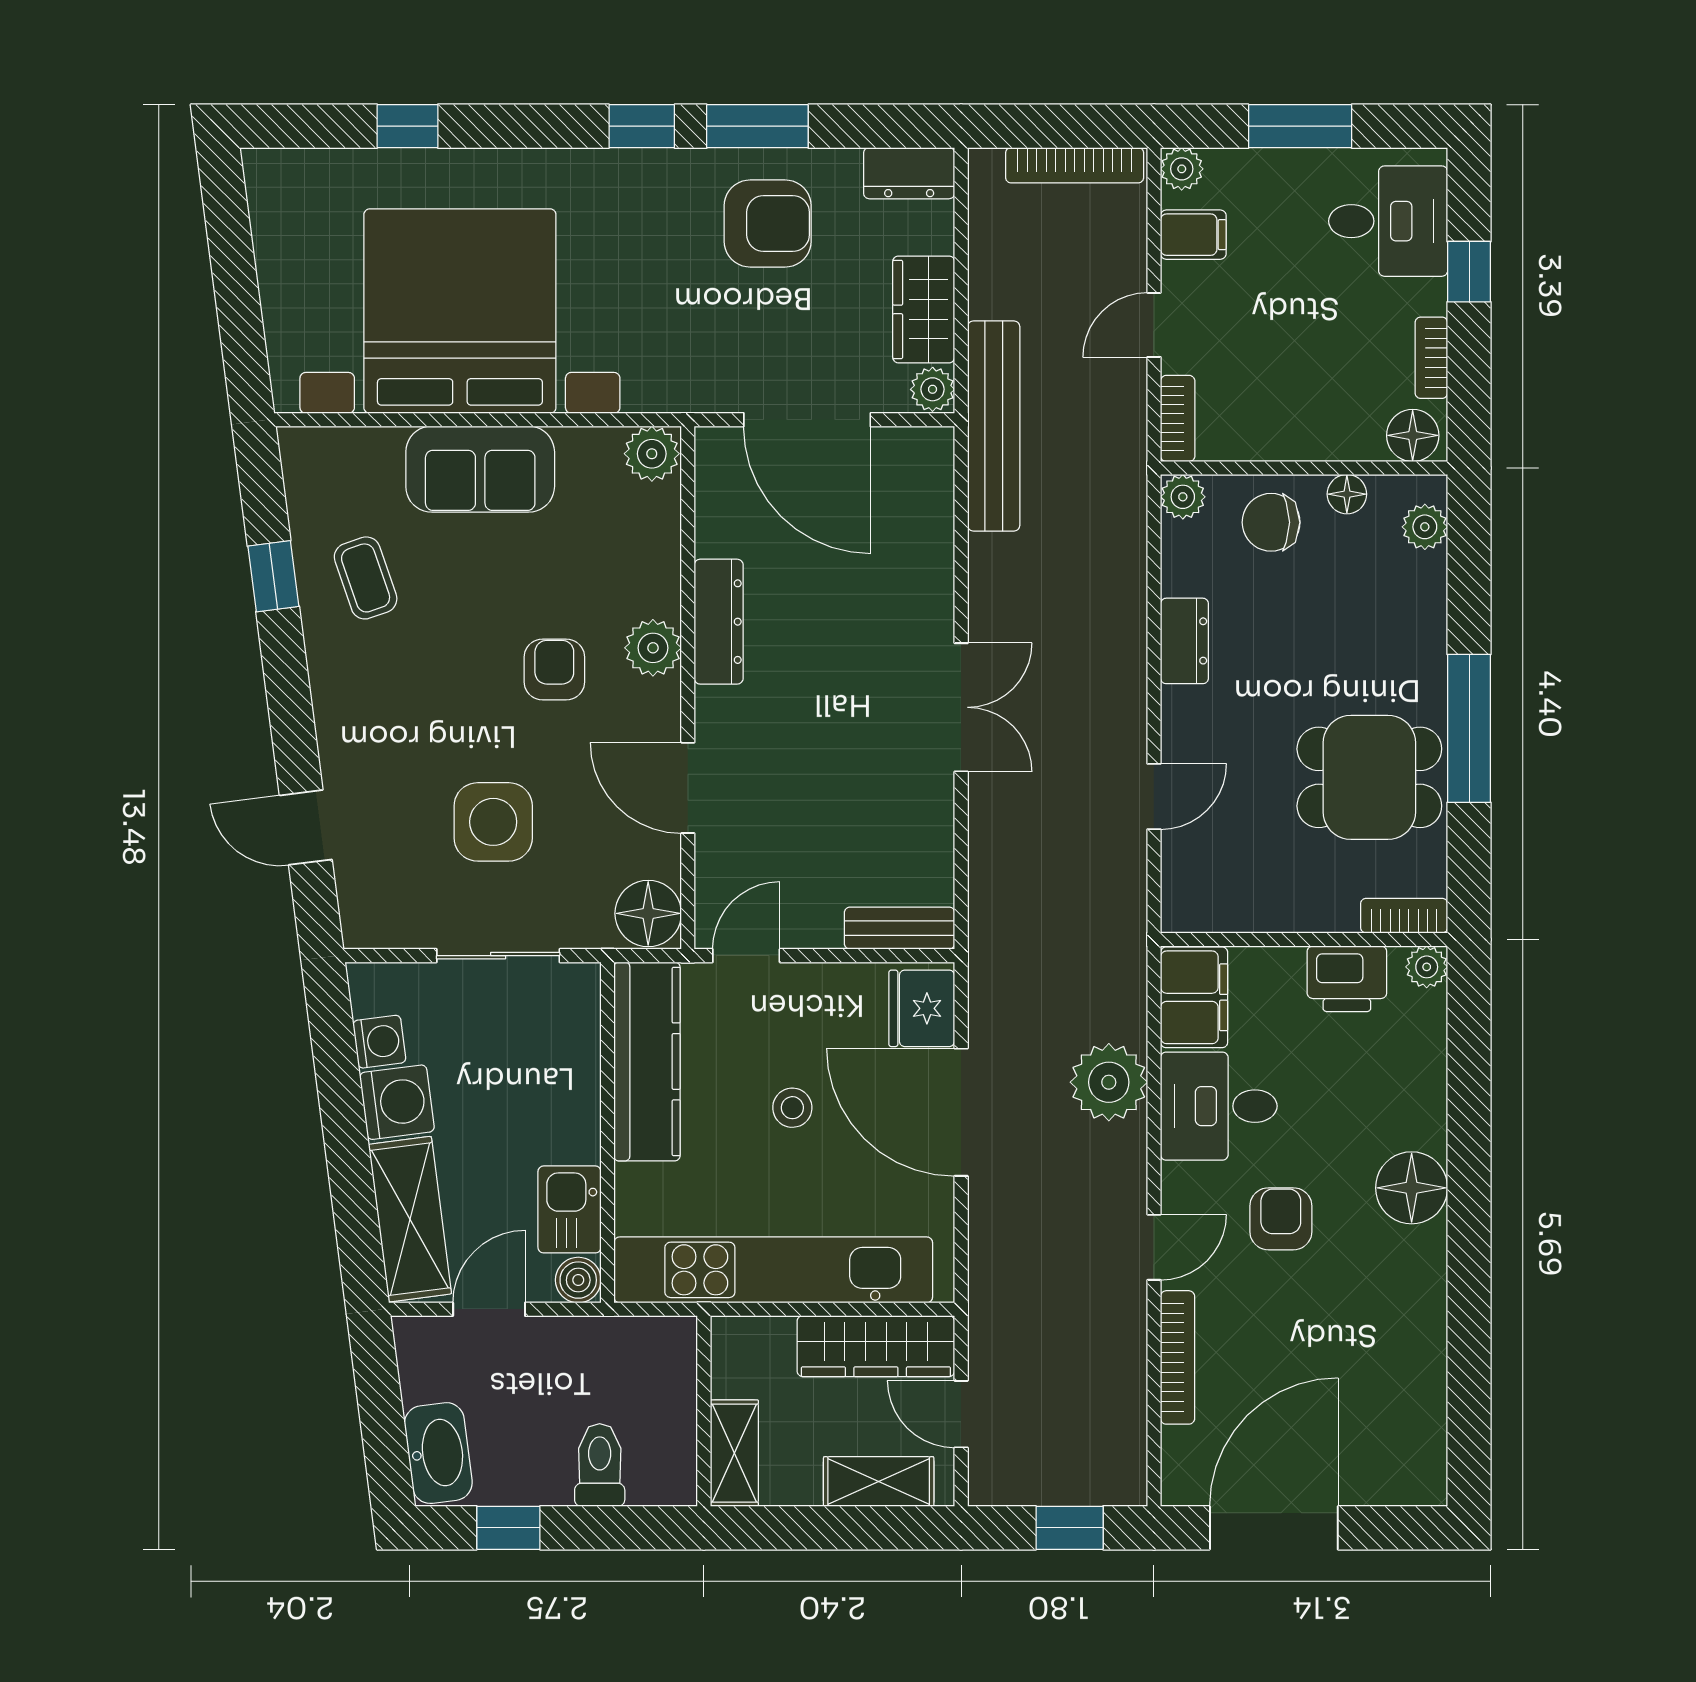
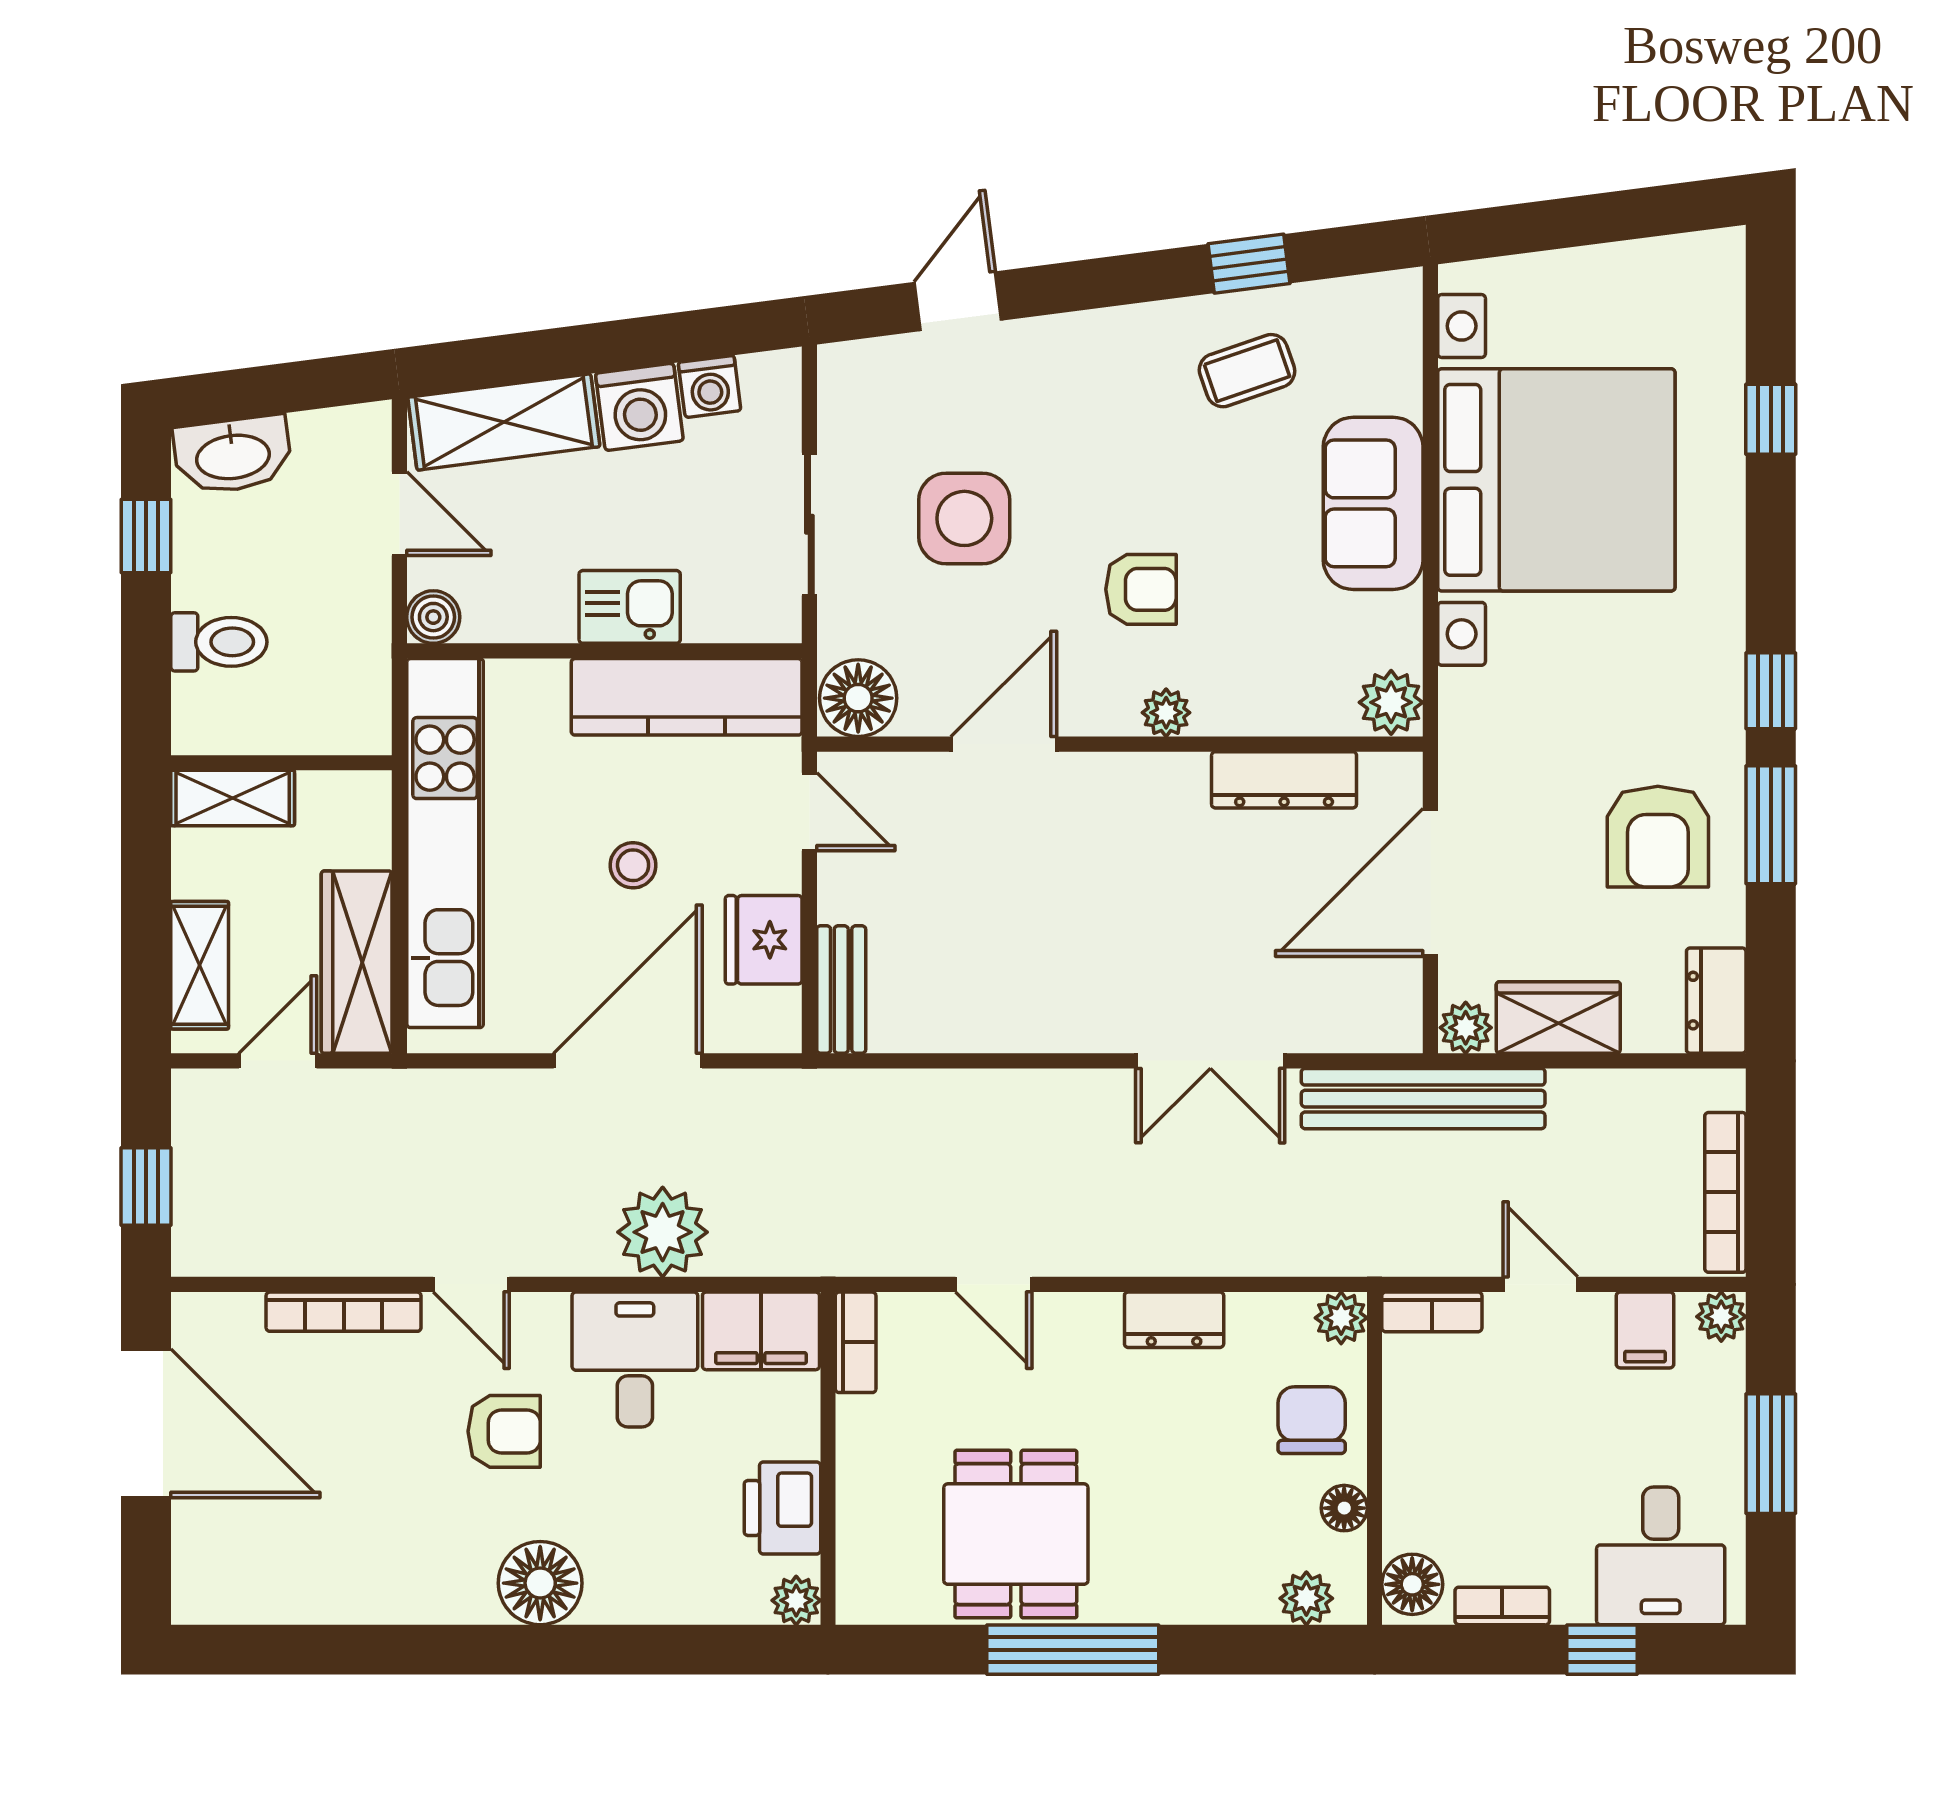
dresser: (719, 622) -> (1284, 780), moved
plant: (653, 648) -> (1166, 713), width x0.73, depth x0.73
double door: (961, 707) -> (1210, 1061), moved
bookcase: (1404, 916) -> (856, 1342), moved
fridge: (922, 1008) -> (764, 940), moved, turned -90
kitchen sink: (569, 1209) -> (630, 607), moved

